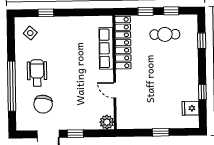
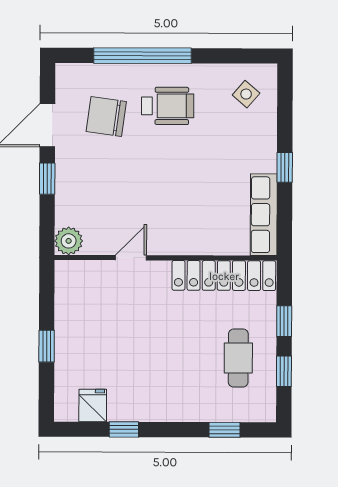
window: (46, 13) -> (285, 167), moved
row of seats: (106, 48) -> (264, 215), moved, turned -90

